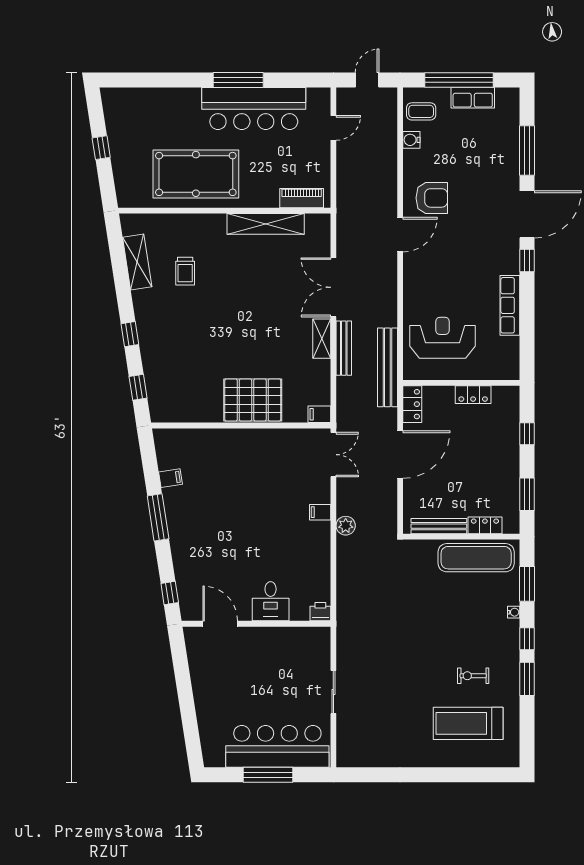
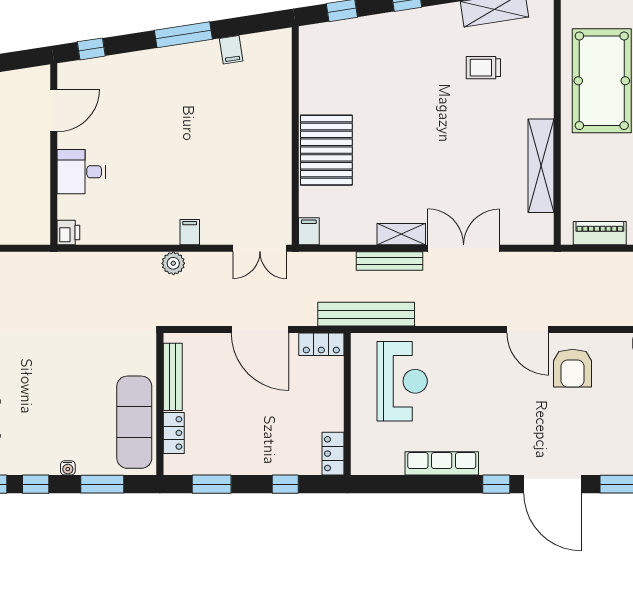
piano: (302, 198) -> (600, 233), moved, turned -90
locker: (473, 395) -> (333, 454), moved

